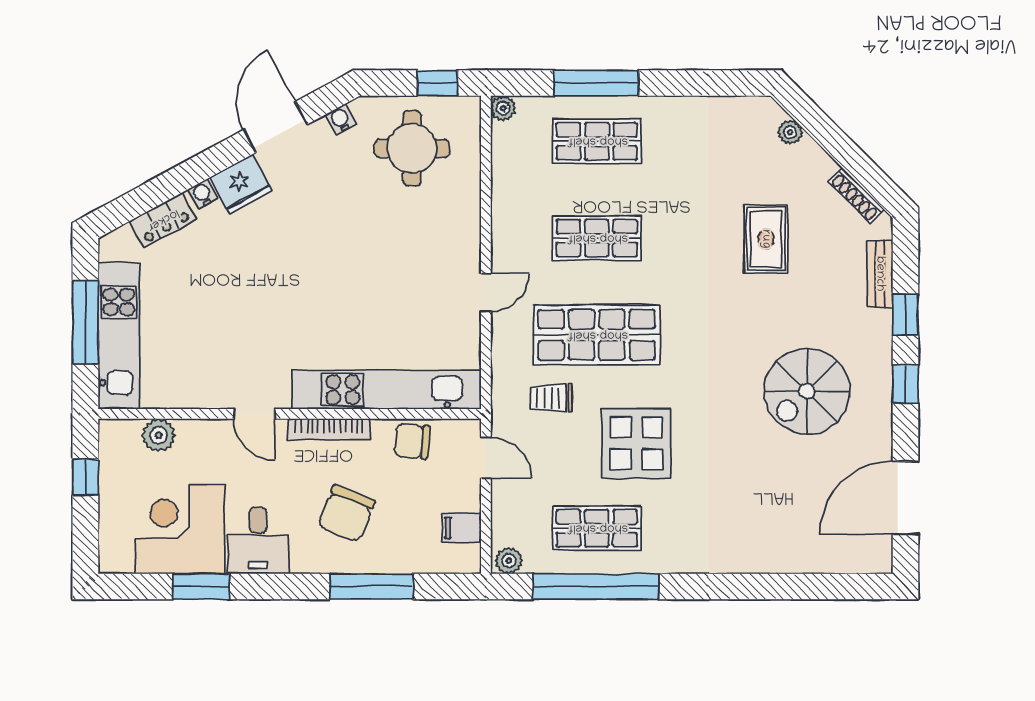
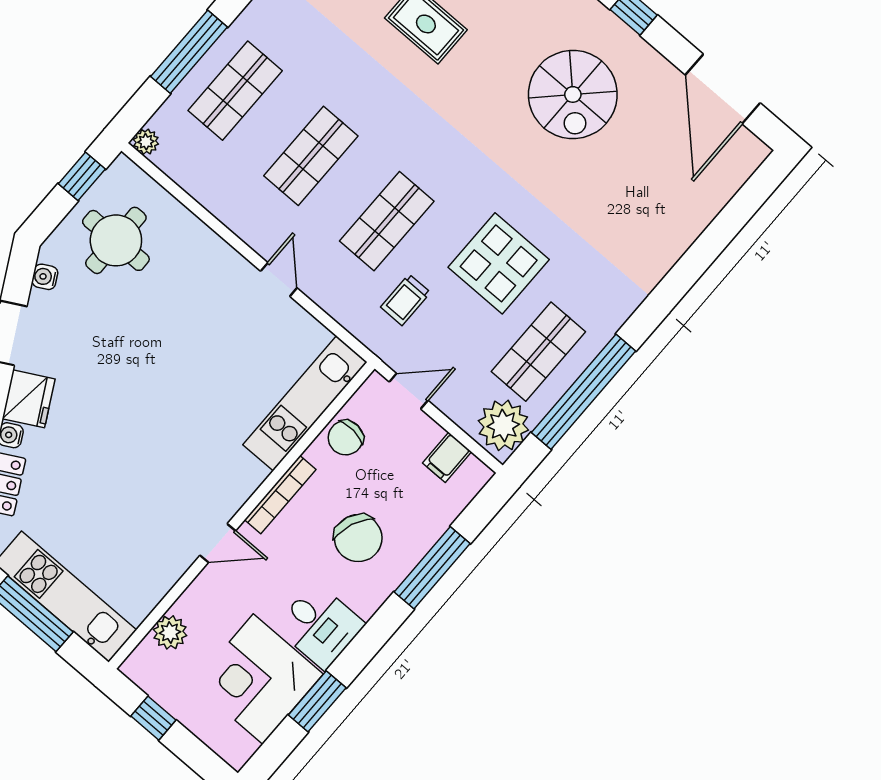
shop shelf: (597, 335) -> (387, 221), width x0.70, depth x0.74
kitchen unit: (386, 390) -> (305, 403), width x0.73
plant: (509, 561) -> (503, 425), width x1.88, depth x1.88

